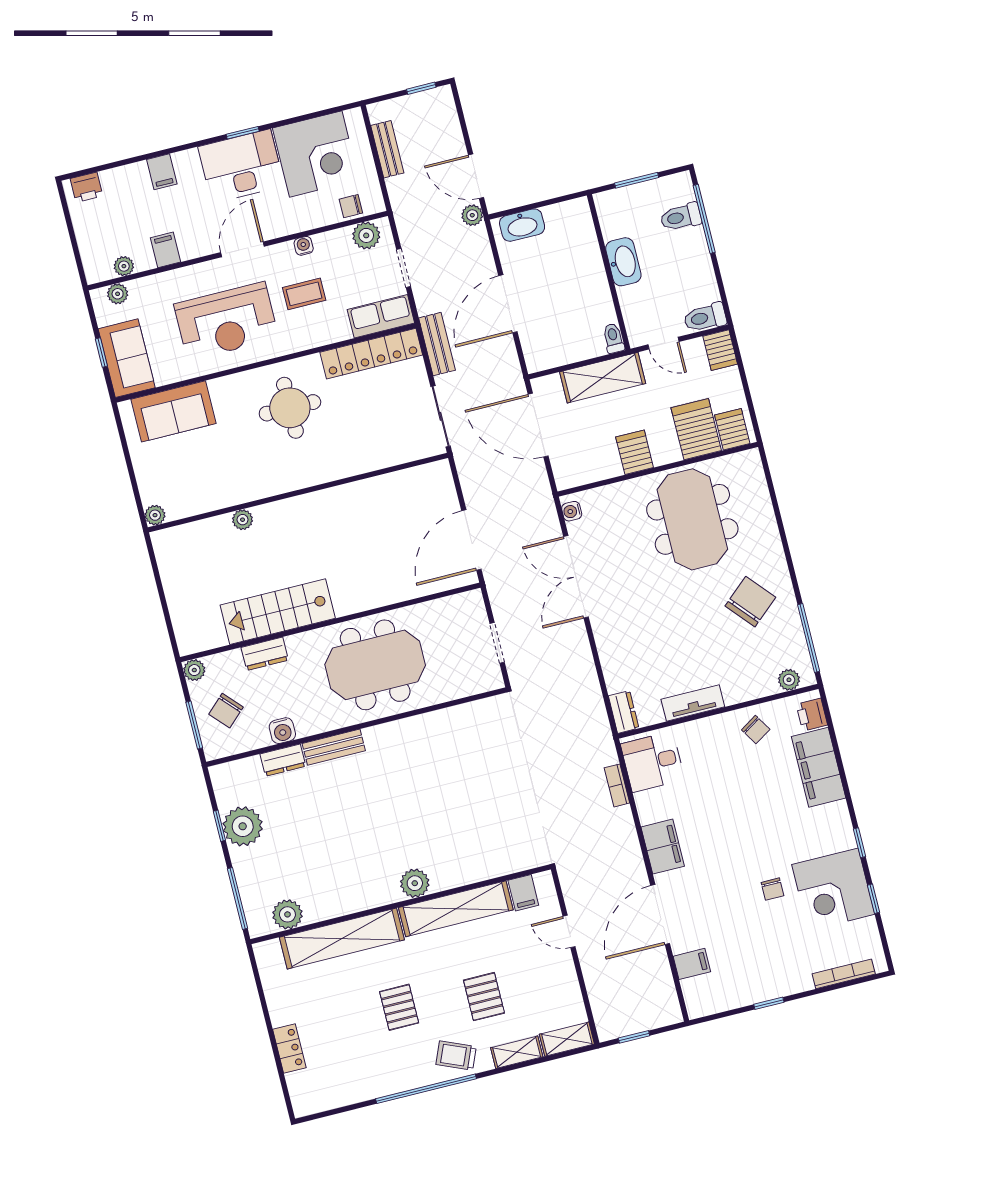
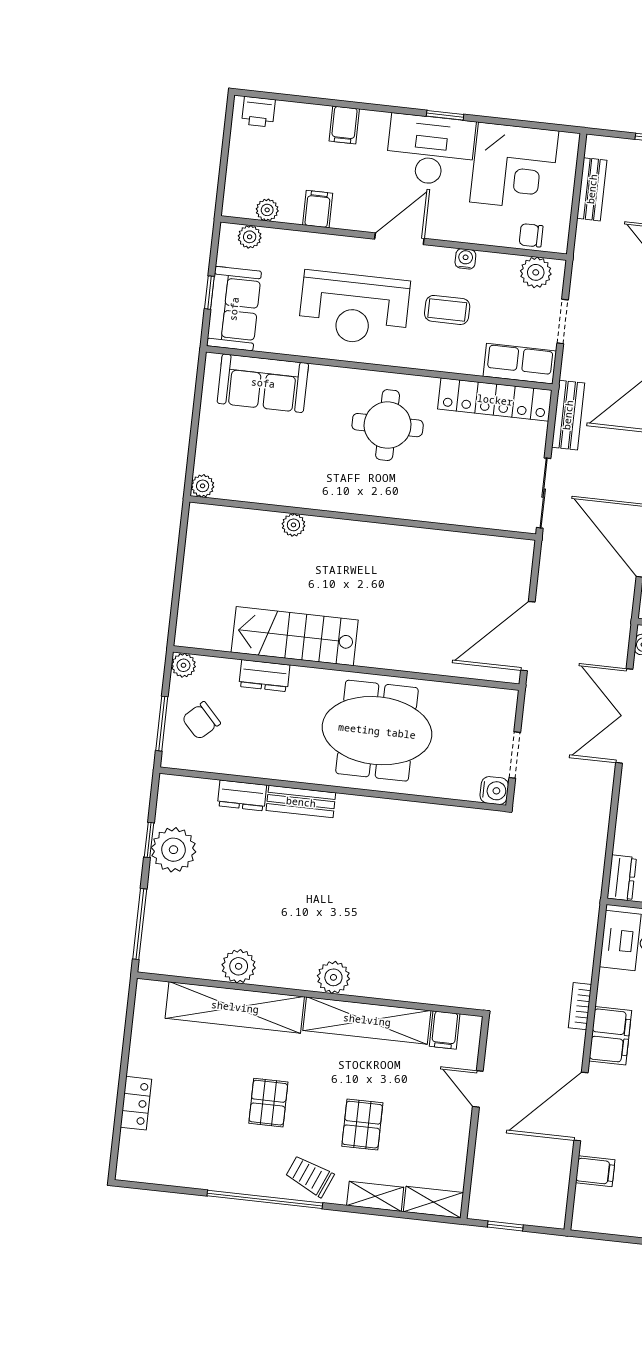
water cooler: (282, 731) -> (494, 791), moved, turned -90
bookcase: (617, 785) -> (580, 1006), moved
plant: (287, 914) -> (239, 966), moved

